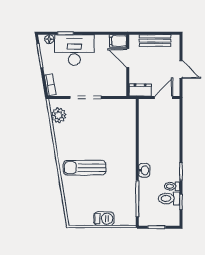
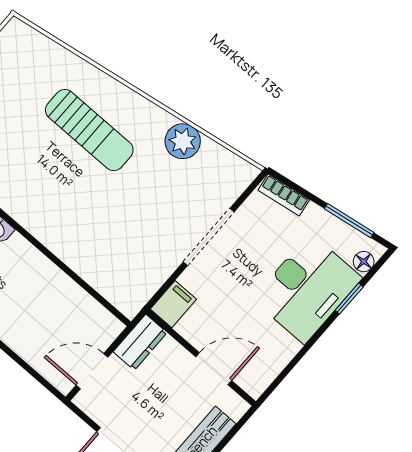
filing cabinet: (118, 41) -> (173, 304), moved
door: (164, 97) -> (92, 371), swing flipped
plant: (59, 115) -> (183, 141), moved
sun lounger: (85, 168) -> (89, 130), turned 90

